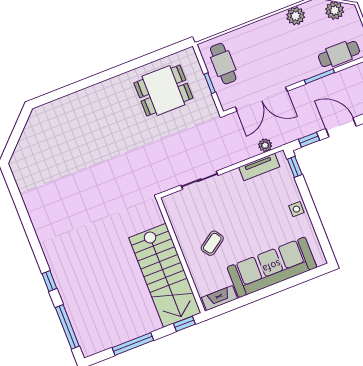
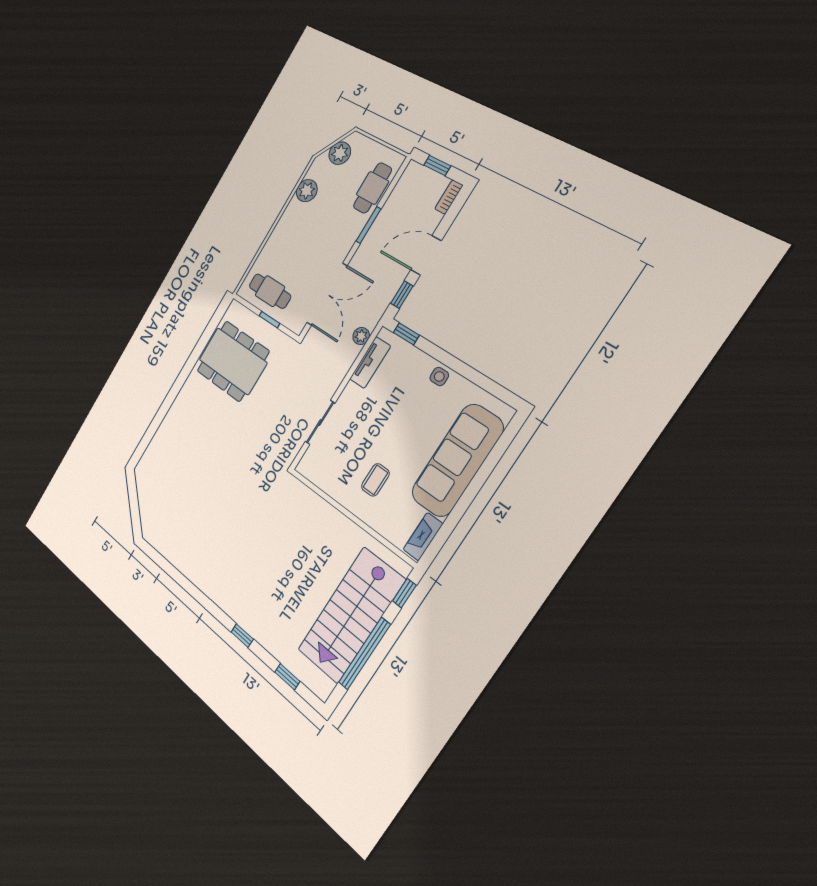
dining table: (163, 91) -> (233, 361), width x1.38
coffee table: (212, 243) -> (375, 480), turned 35
stairs: (165, 275) -> (351, 615), moved, turned 90
window: (67, 327) -> (287, 677), width x0.46
window: (133, 344) -> (364, 654), width x1.46

